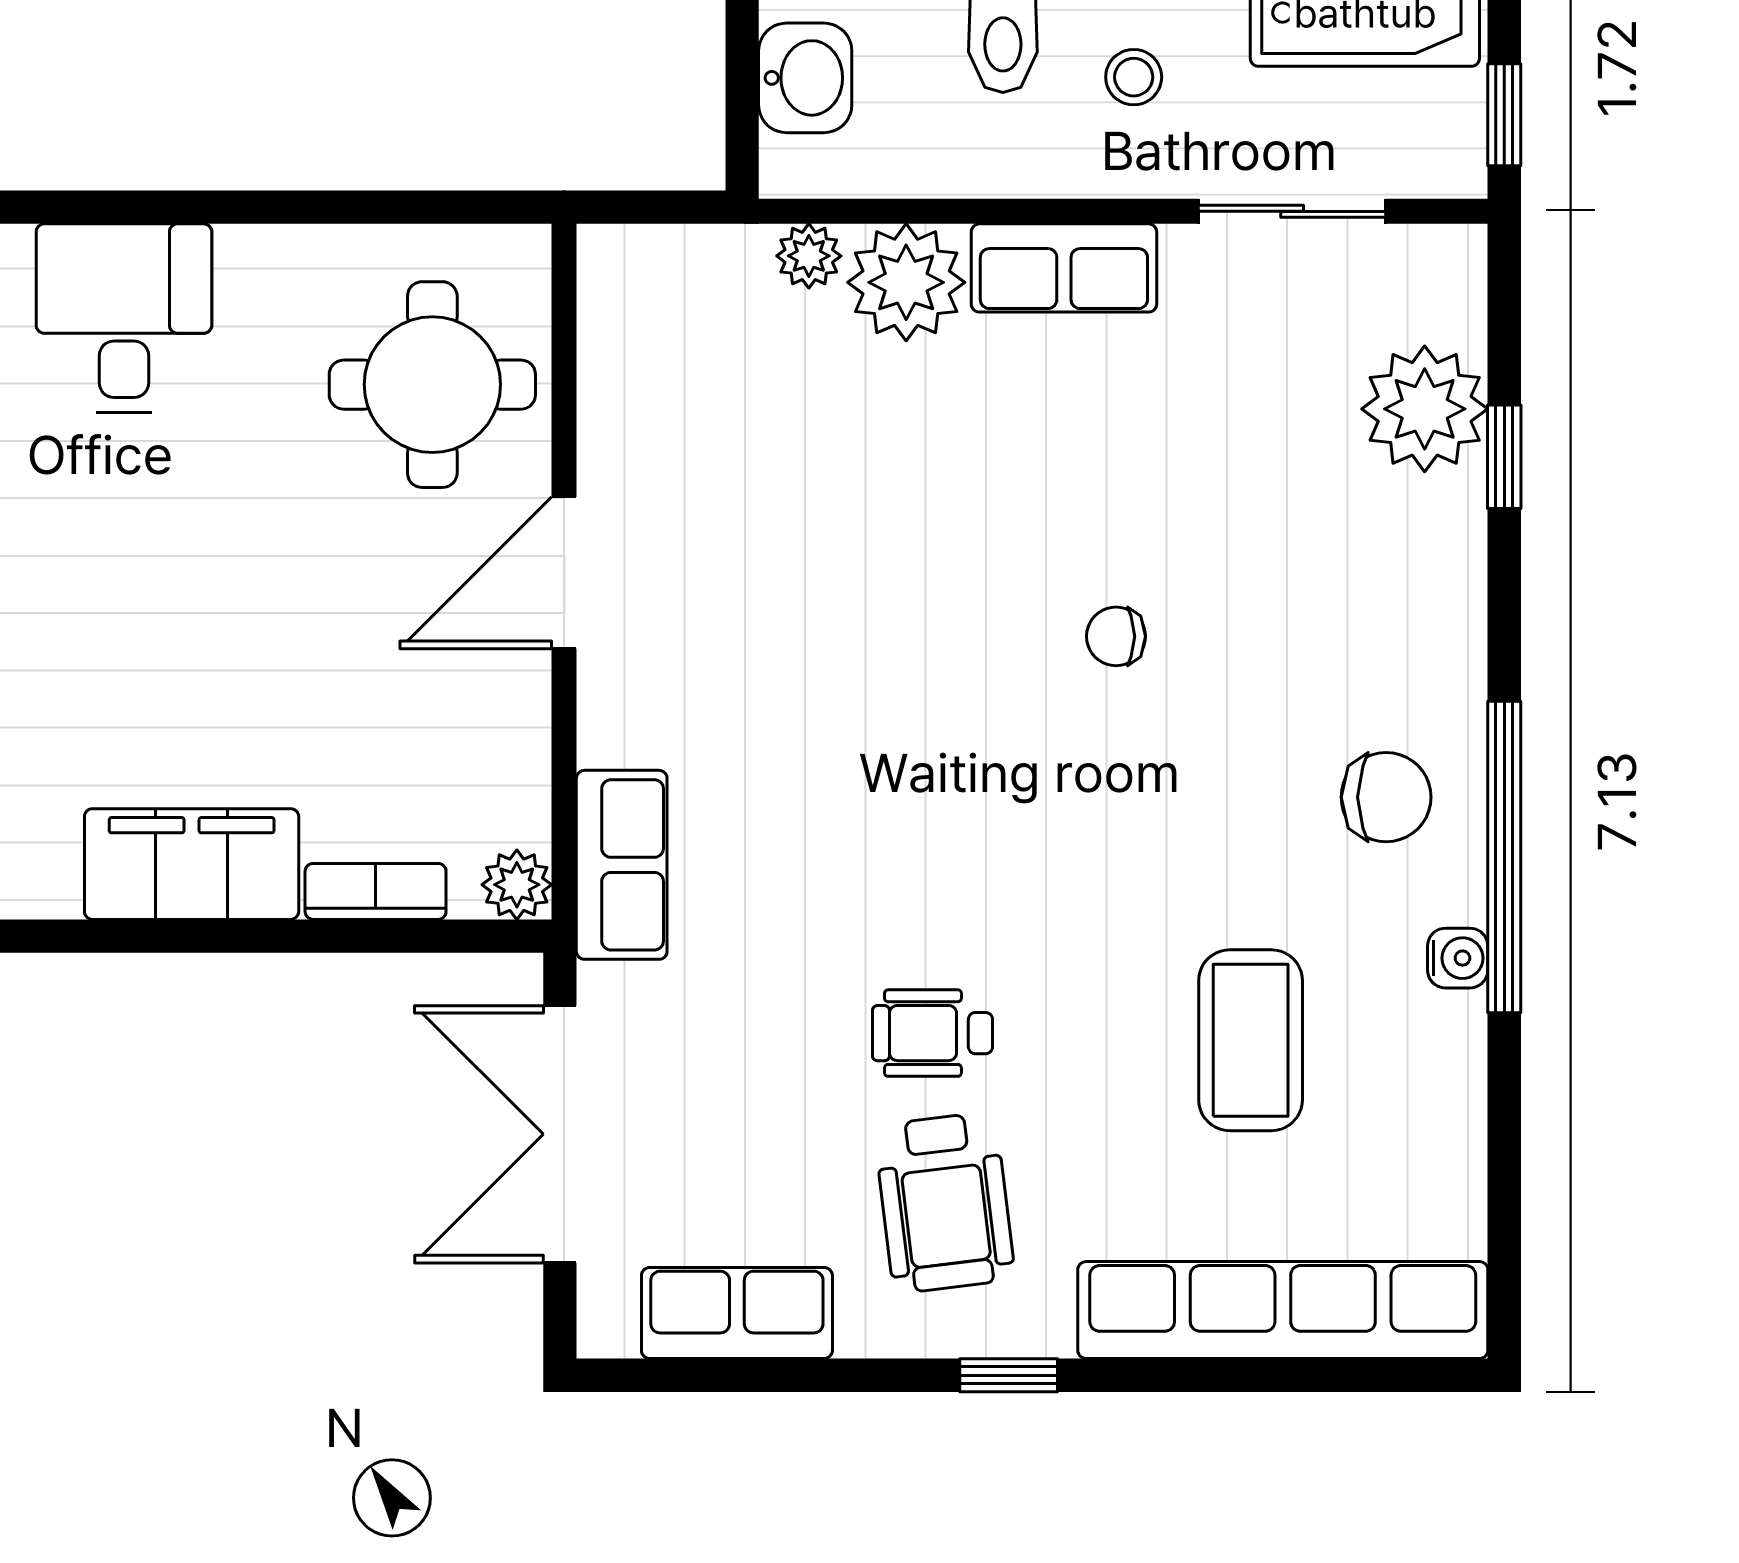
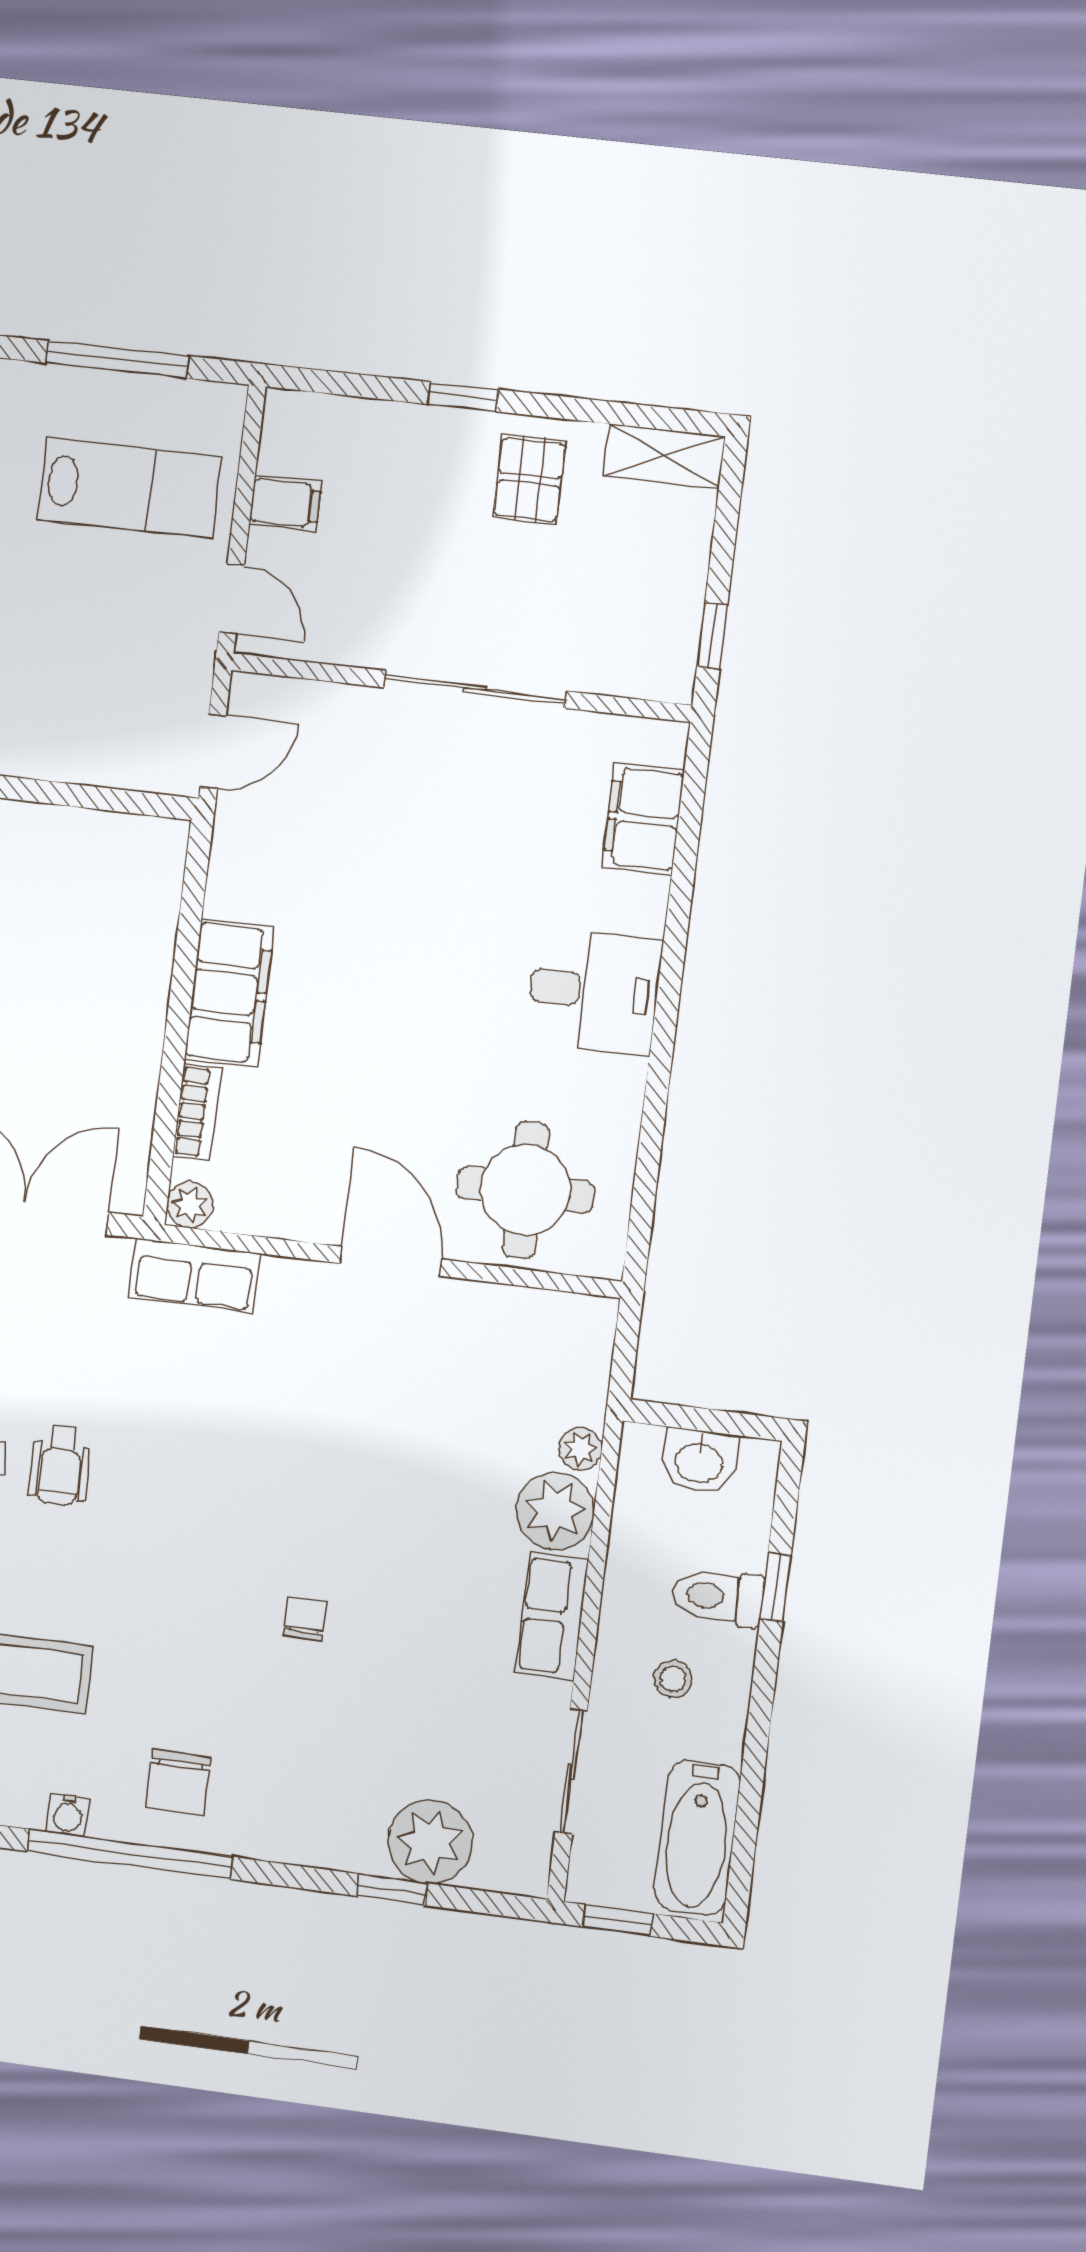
wheelchair: (933, 1033) -> (60, 1465), turned 180

